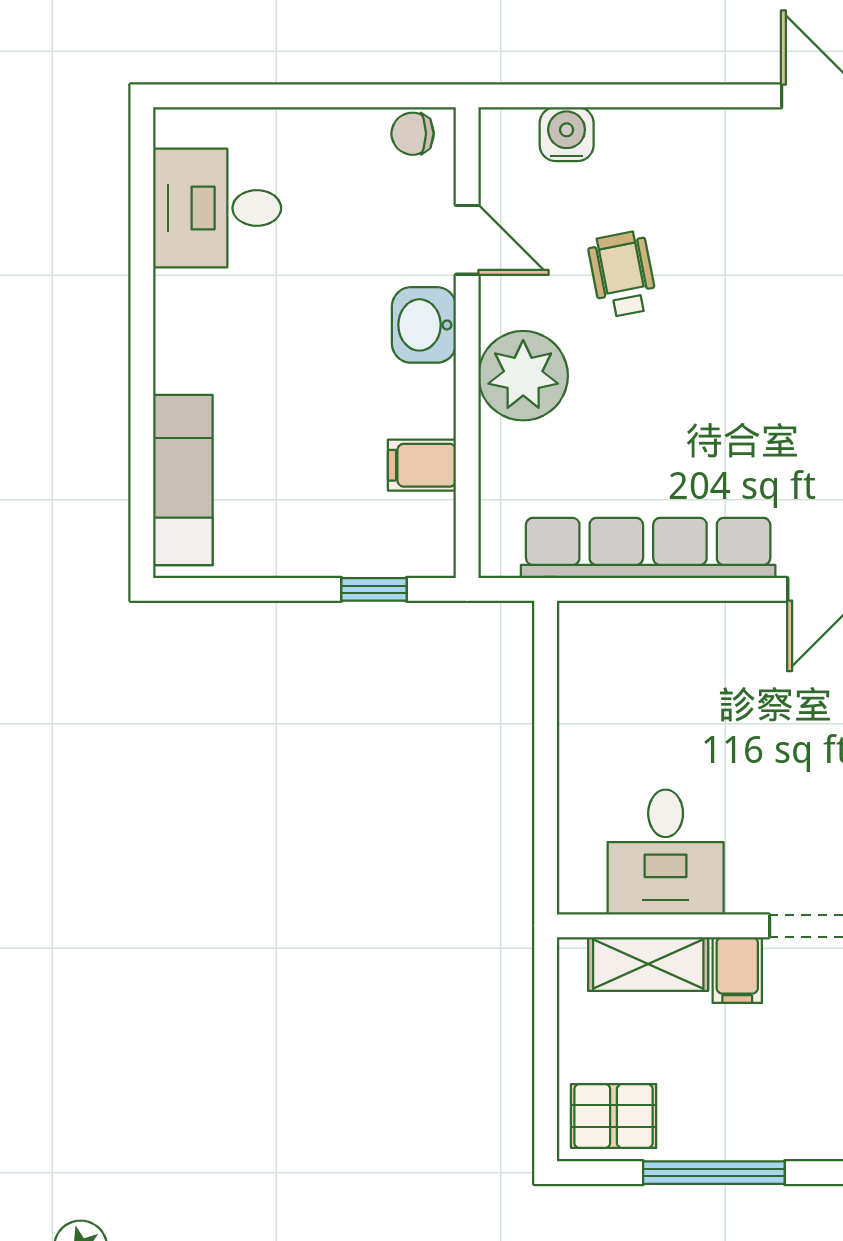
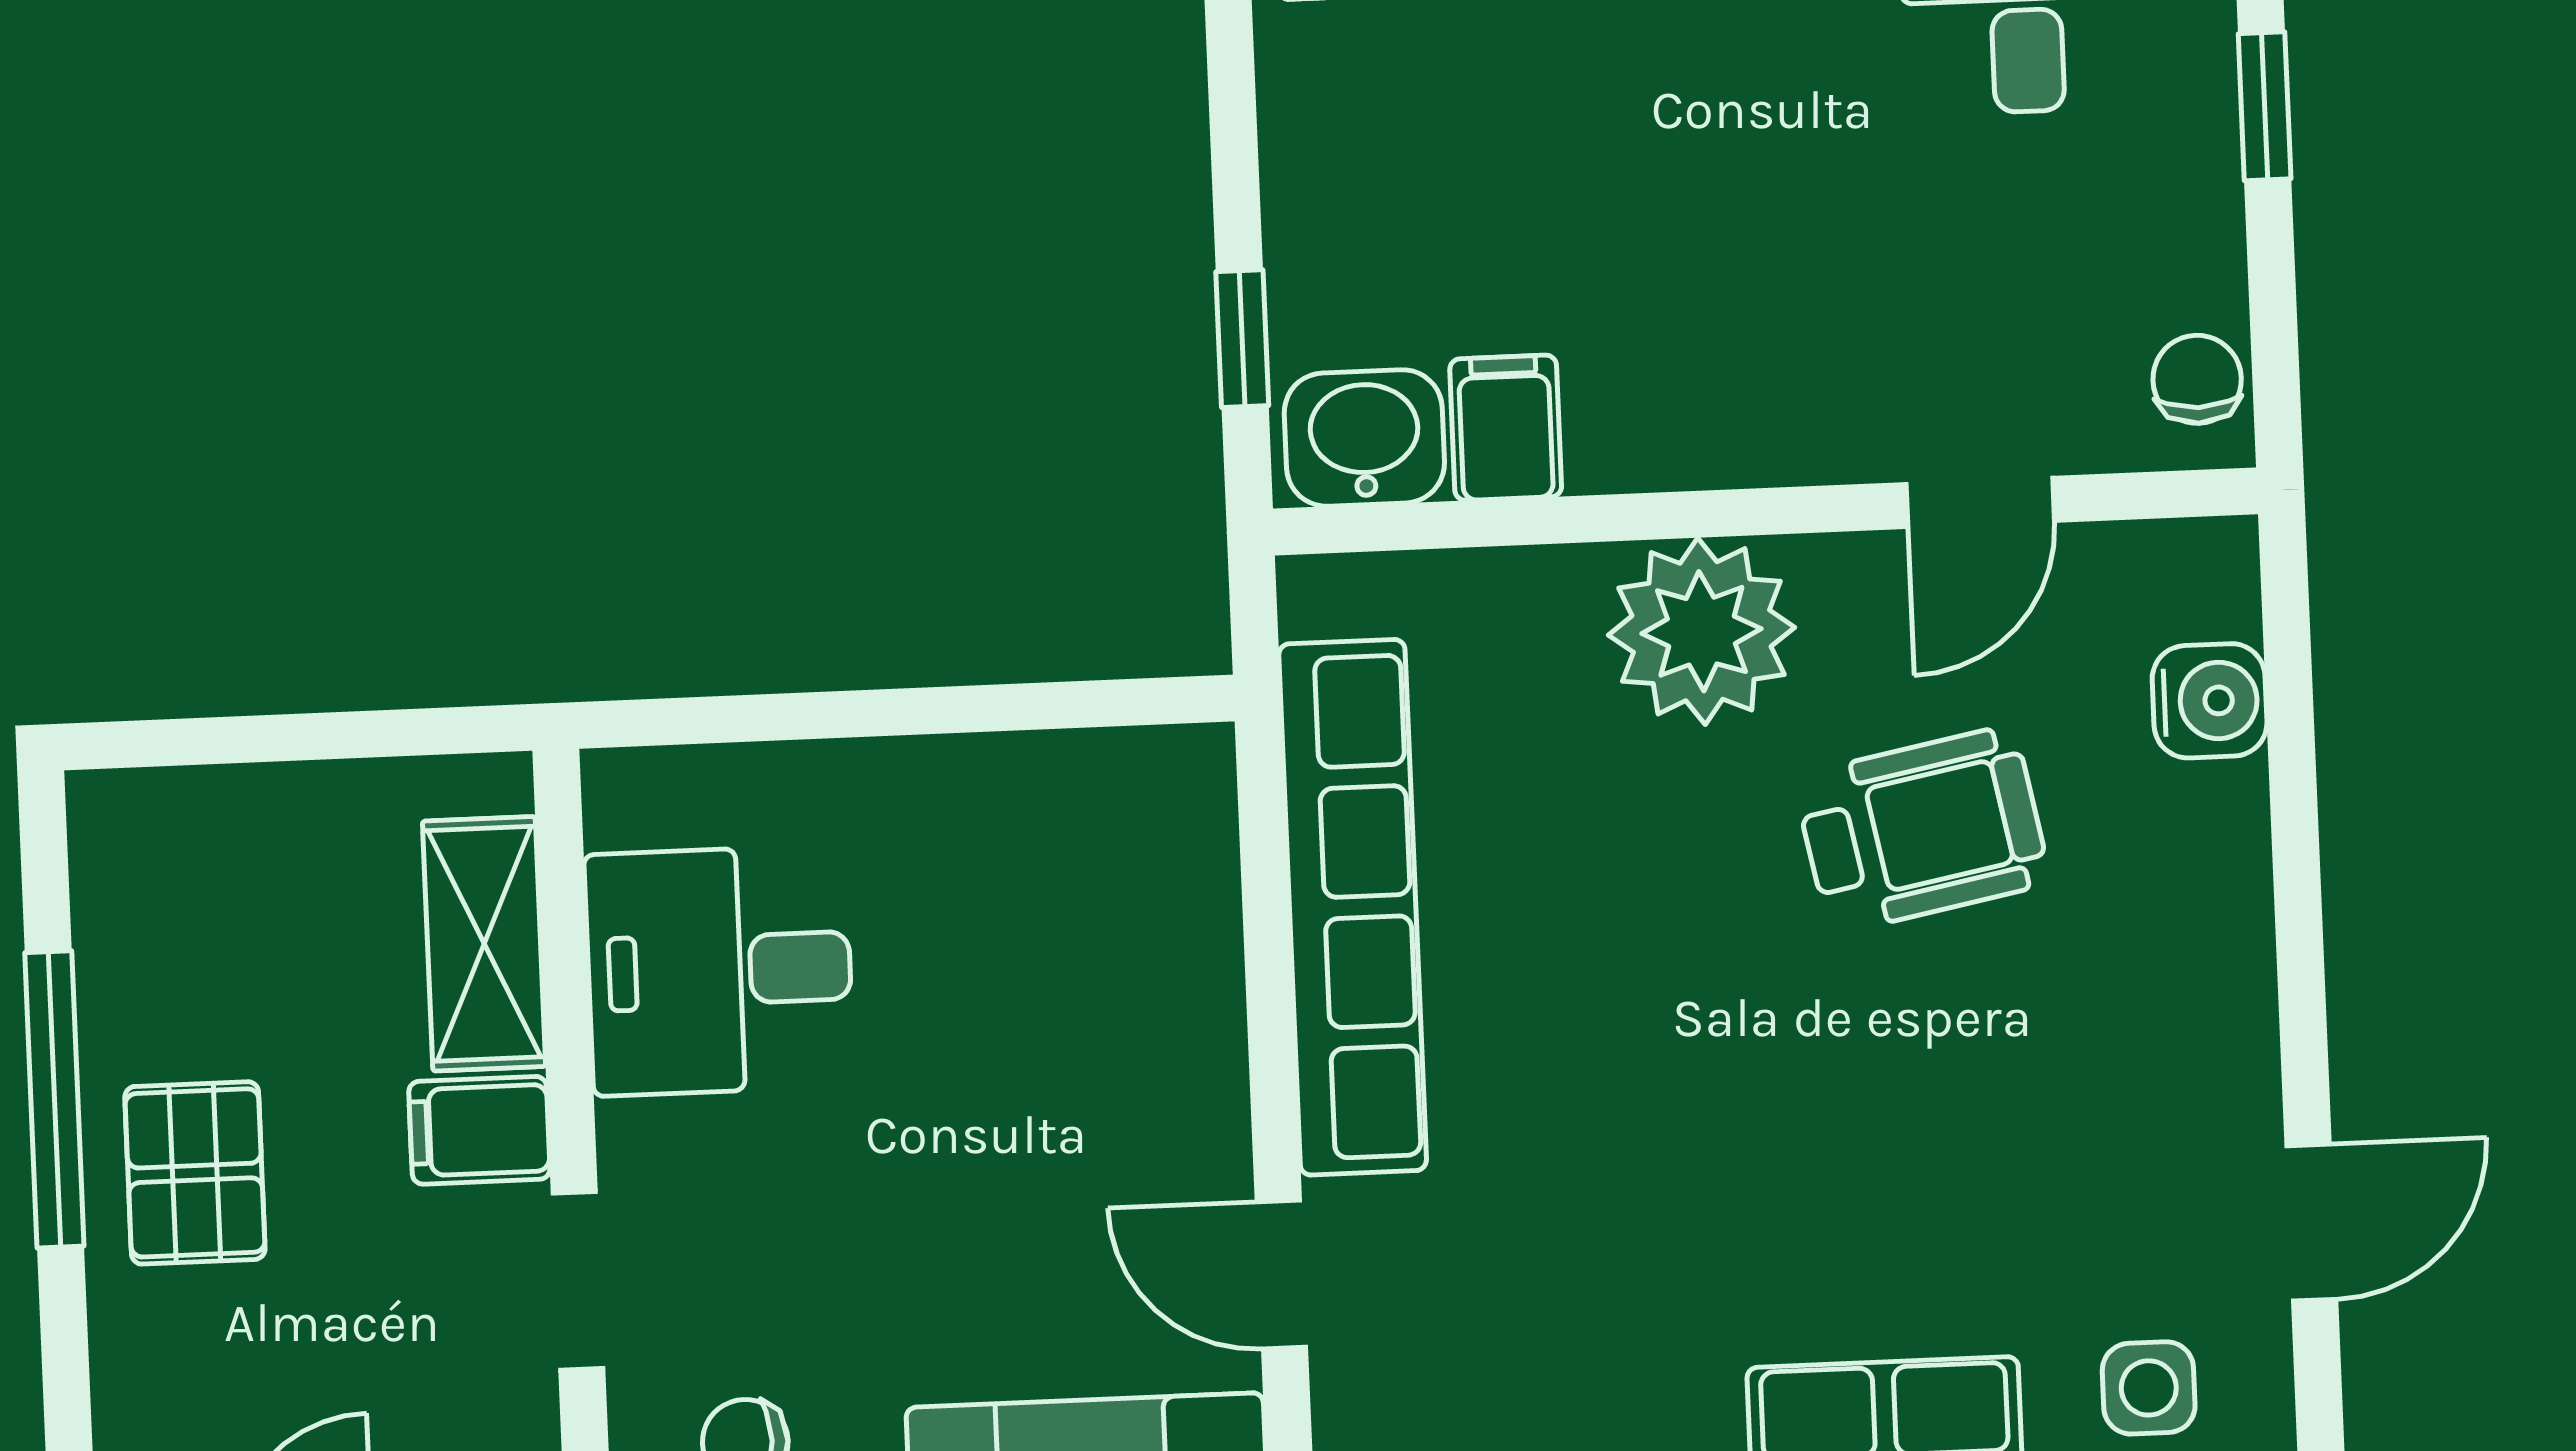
window: (283, 96) -> (2265, 106), added
wheelchair: (622, 274) -> (1922, 830), width x1.36, depth x1.37
washbasin: (424, 325) -> (1364, 438), moved
pallet: (614, 1116) -> (195, 1173), moved

